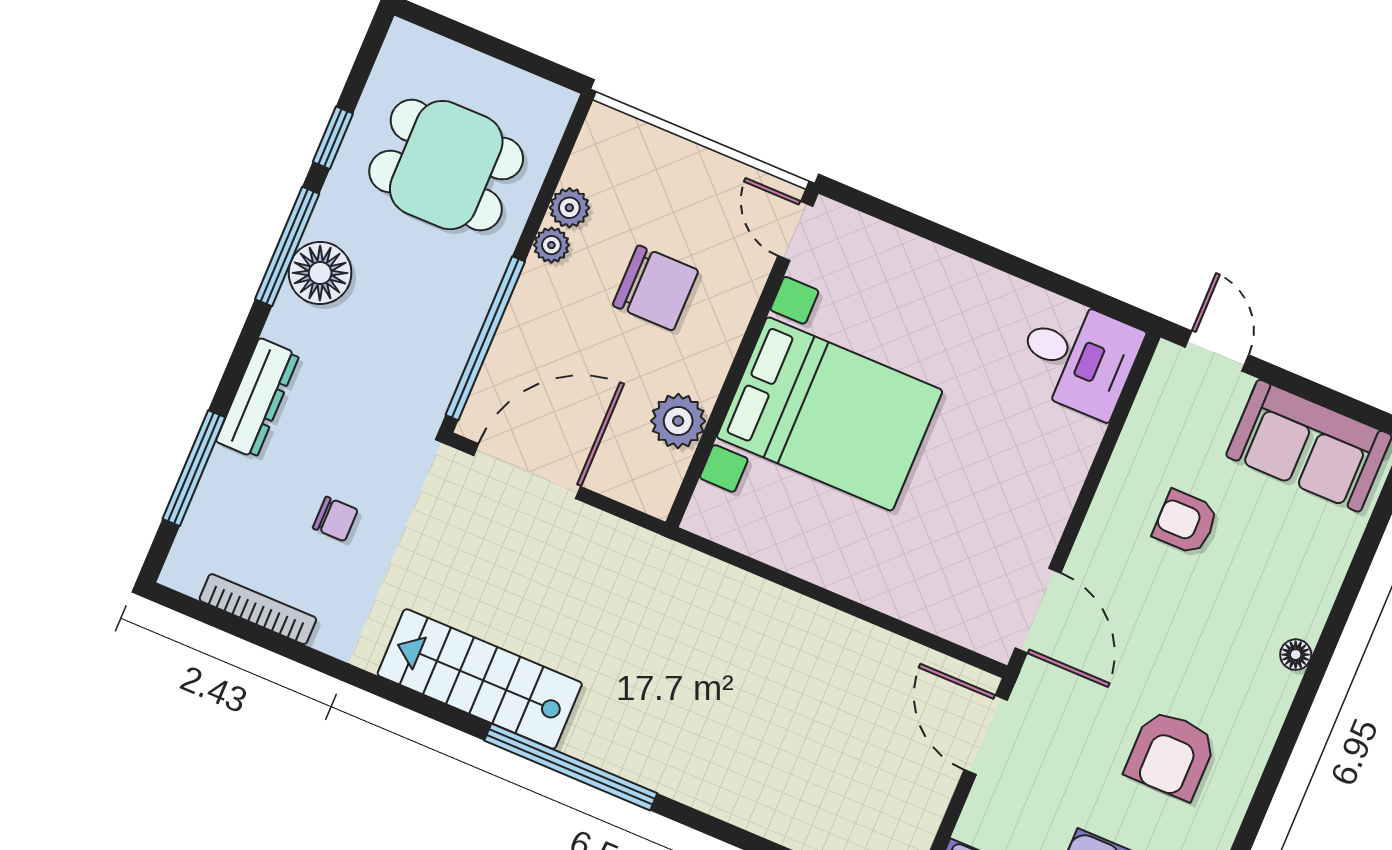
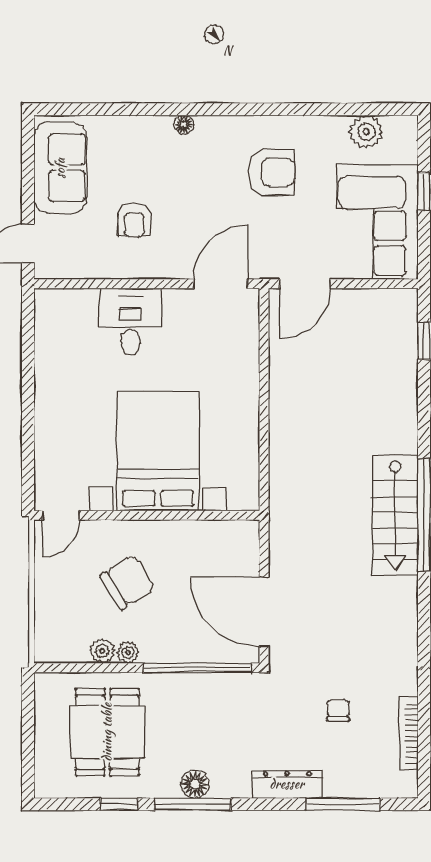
floor lamp: (320, 273) -> (195, 784), width x0.73, depth x0.73
chair: (655, 288) -> (128, 582), turned 58
desk: (1078, 357) -> (130, 322), moved
plant: (678, 421) -> (199, 537), removed
stairs: (480, 679) -> (395, 515), moved

